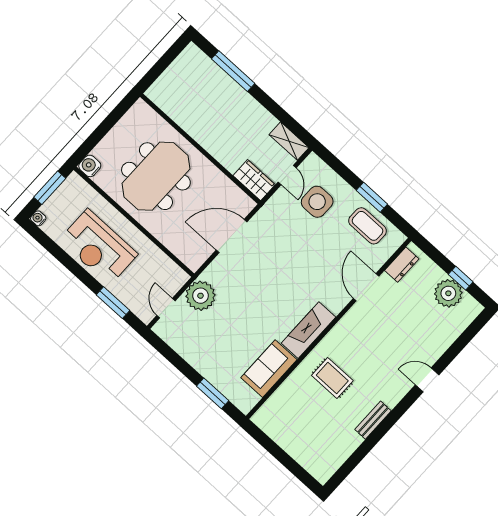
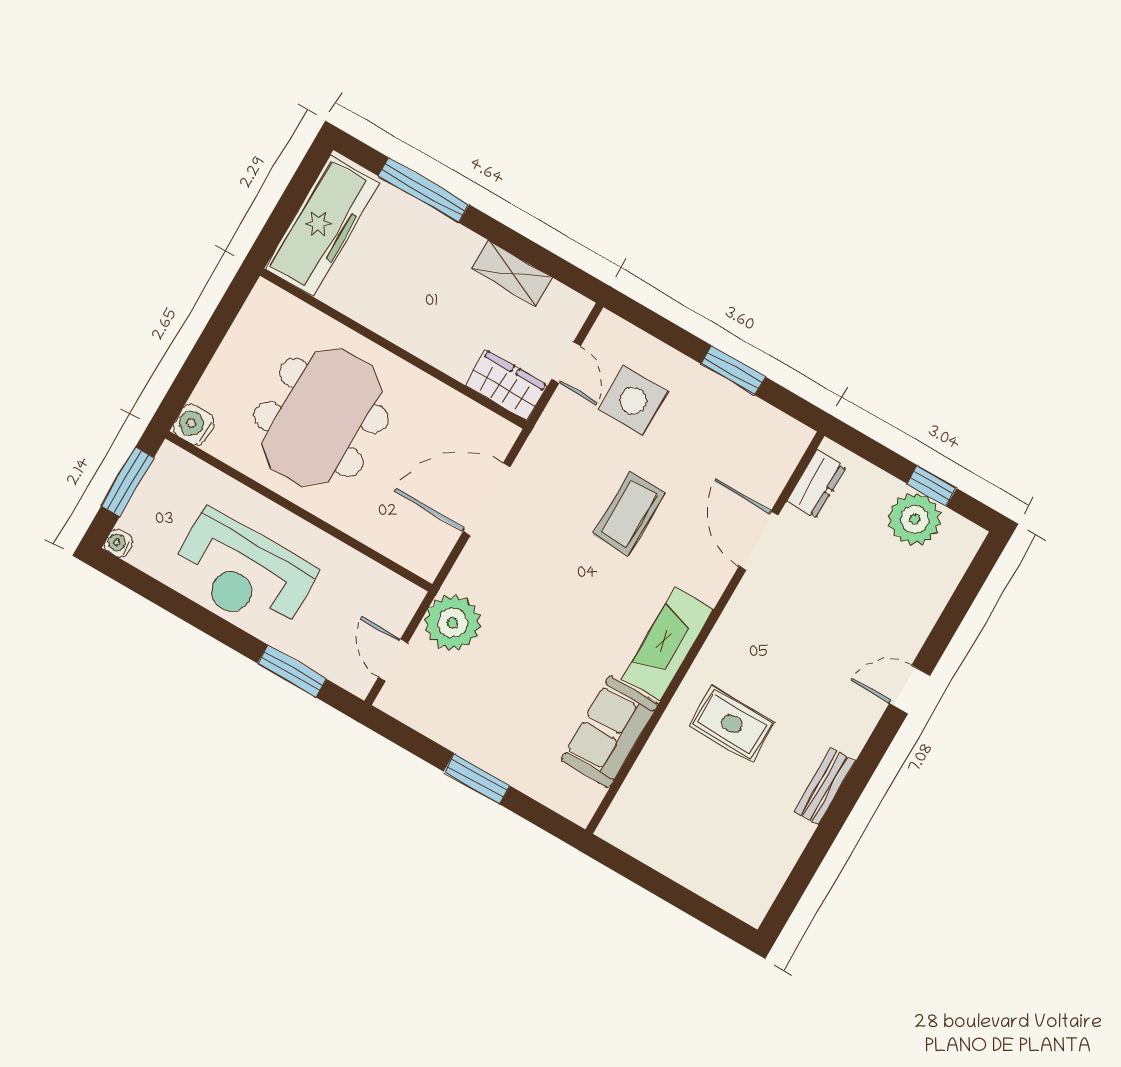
freezer: (177, 78) -> (322, 226), added
shelving: (289, 141) -> (512, 273), moved
coffee table: (367, 226) -> (629, 514), moved, turned 90
window: (213, 393) -> (477, 779), moved

